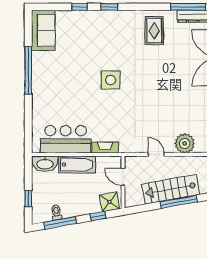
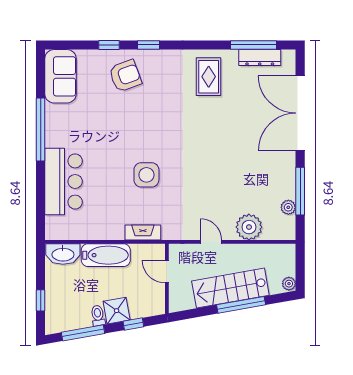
armchair: (92, 30) -> (125, 76), added
side table: (111, 80) -> (146, 175), moved
bar counter: (66, 139) -> (64, 181), moved, turned 90
shower: (109, 202) -> (117, 311), moved
toilet: (56, 212) -> (98, 316), moved

